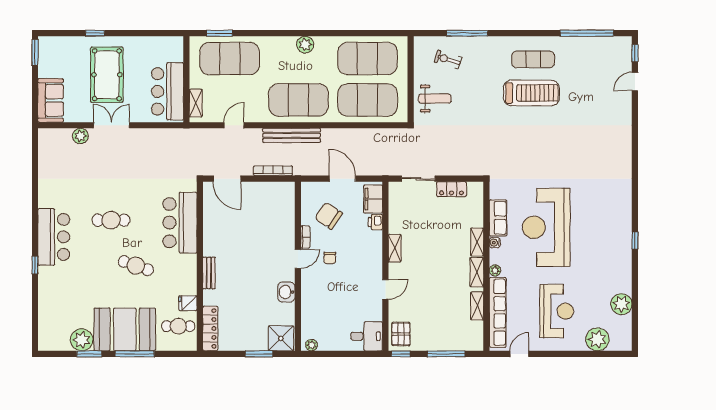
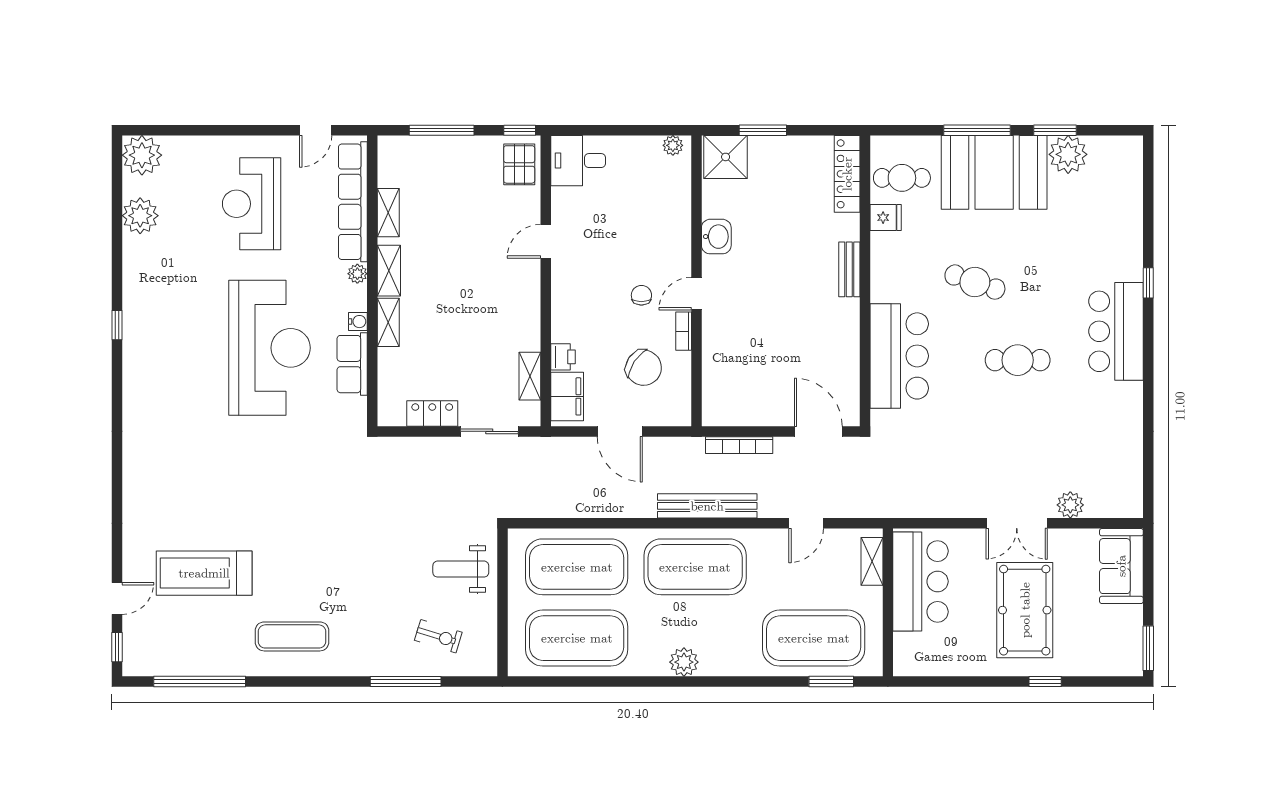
treadmill: (531, 93) -> (204, 573), moved
shelving: (395, 248) -> (530, 376), moved
plant: (597, 339) -> (142, 155), moved

